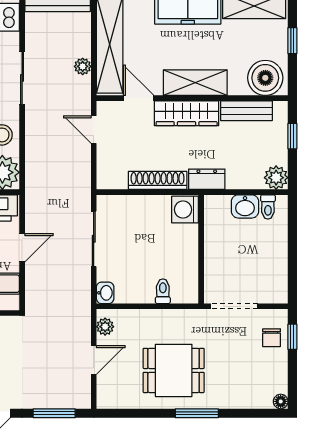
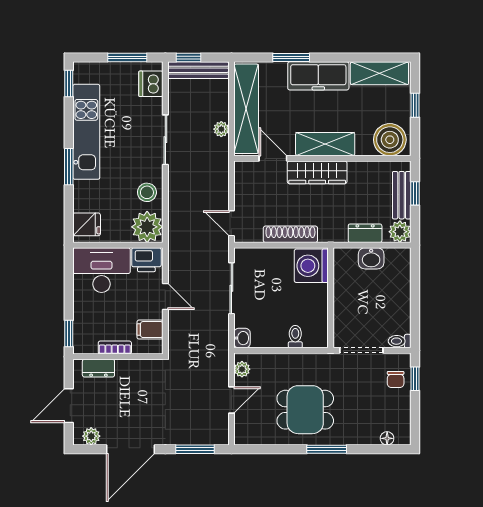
bench: (246, 111) -> (402, 195), moved, turned 90
door: (94, 130) -> (231, 223), moved
dresser: (207, 179) -> (365, 233), moved
toilet: (268, 207) -> (400, 341), moved, turned 90
washing machine: (185, 210) -> (311, 266), width x1.37, depth x1.37
door: (22, 248) -> (165, 296), hinge flipped
floor lamp: (281, 401) -> (387, 438), moved

